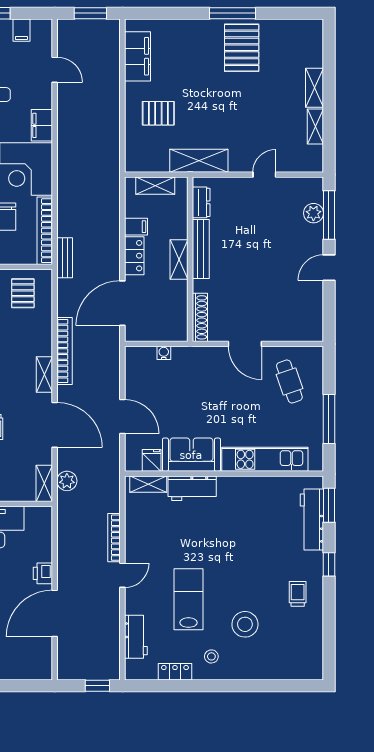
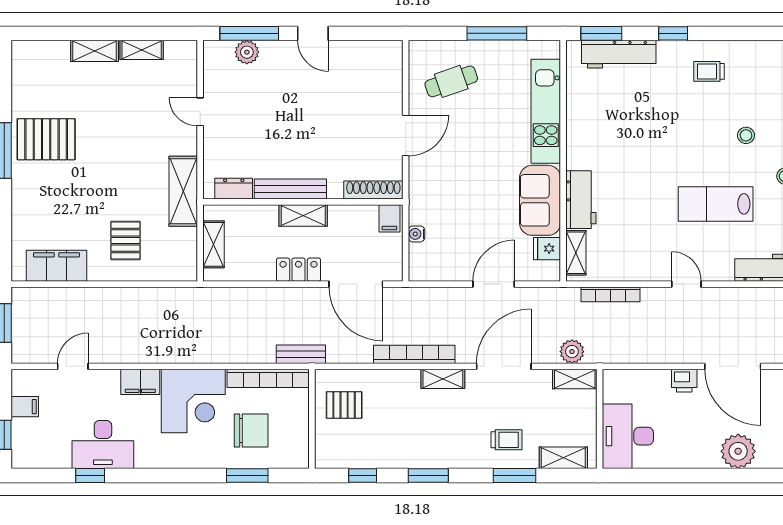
filing cabinet: (136, 227) -> (389, 218), moved, turned 180
bookcase: (114, 538) -> (610, 294), moved
stool: (245, 624) -> (746, 135), width x0.53, depth x0.53

